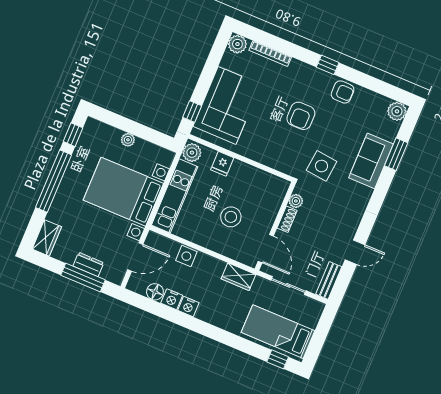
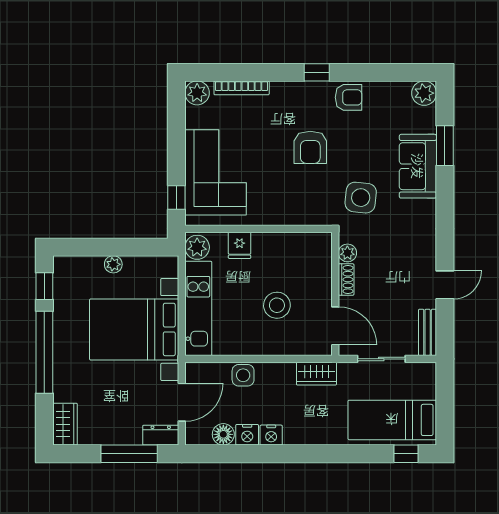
dresser: (88, 264) -> (161, 435), moved

